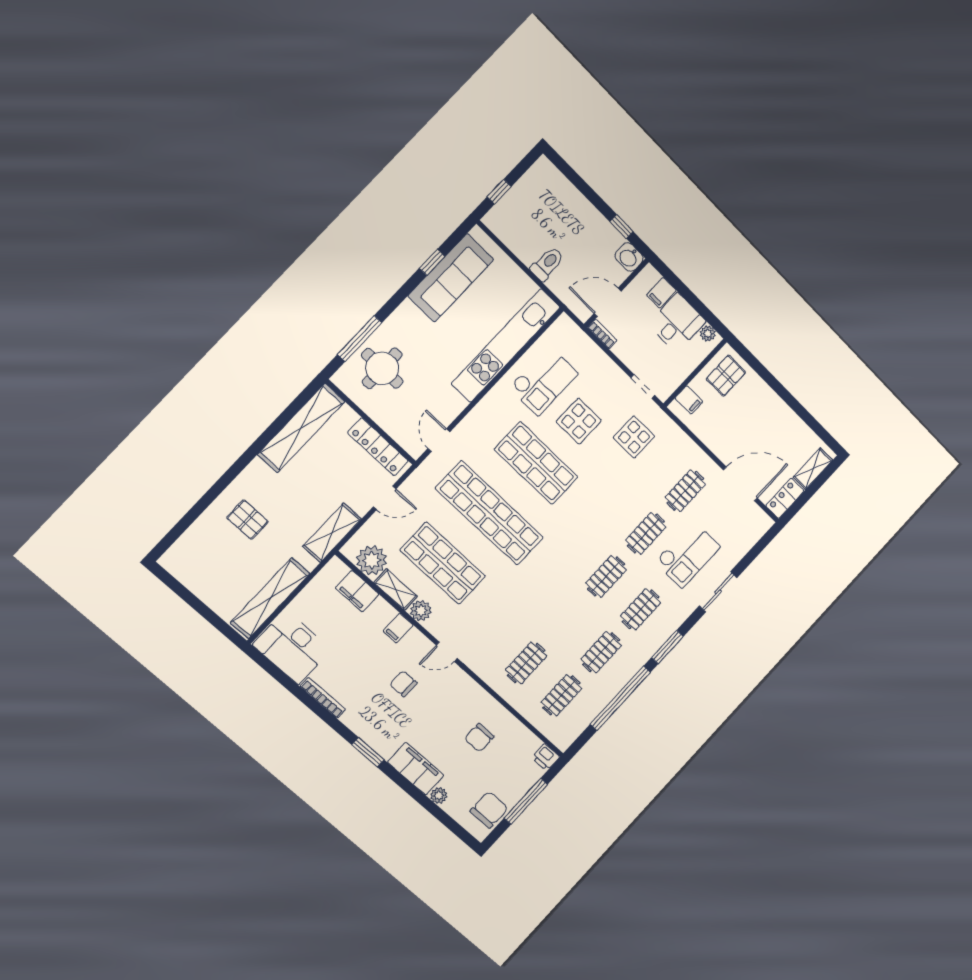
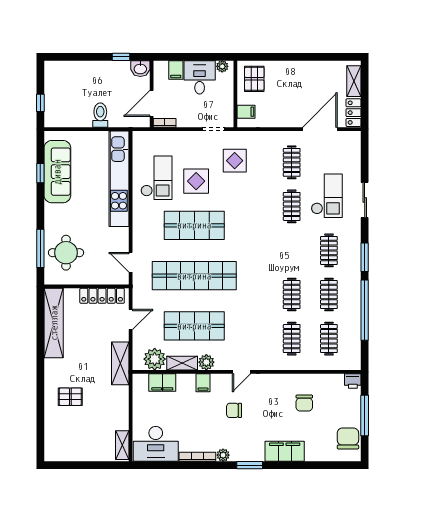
clothes rail: (606, 576) -> (292, 295), moved
shelving: (270, 598) -> (122, 445), width x0.45, depth x0.75
plant: (439, 796) -> (223, 455), moved

